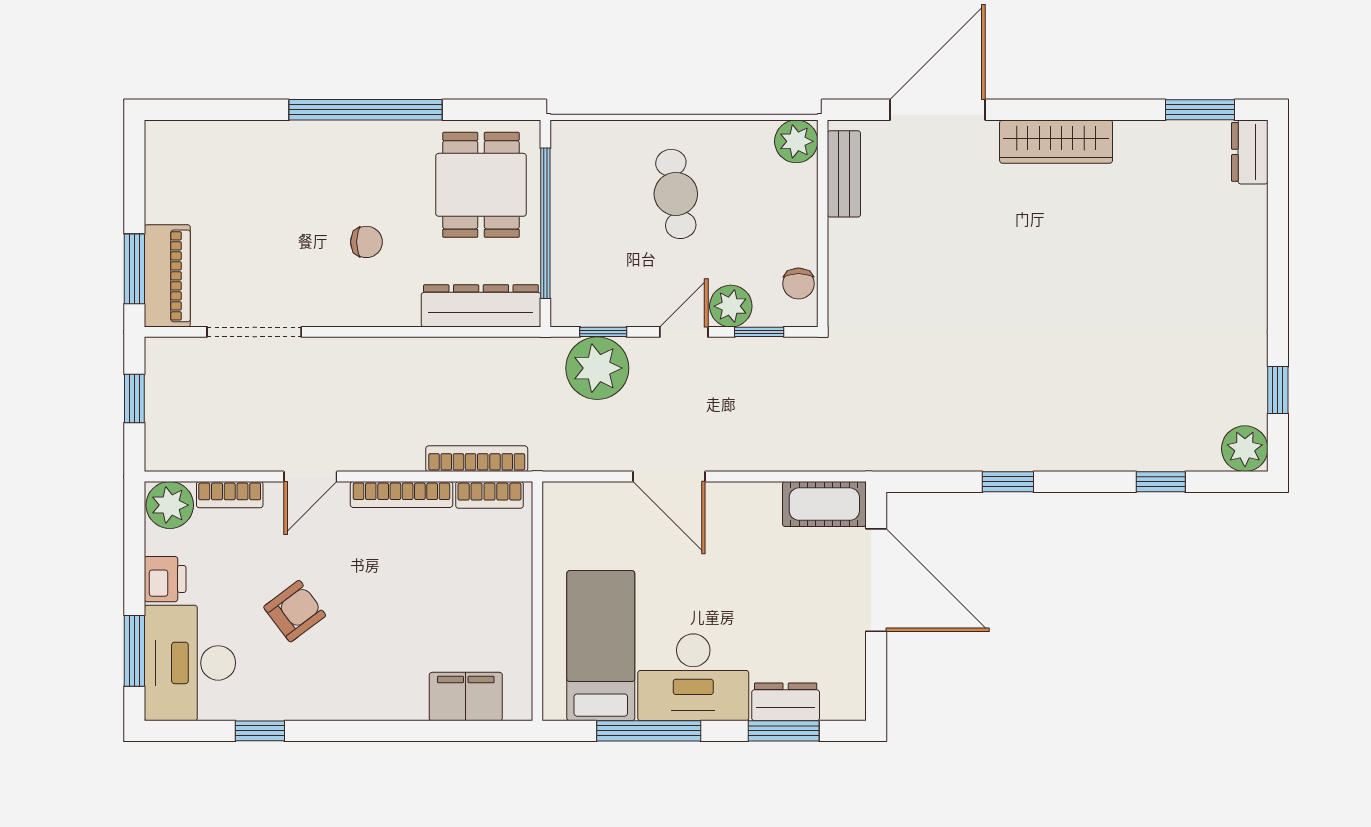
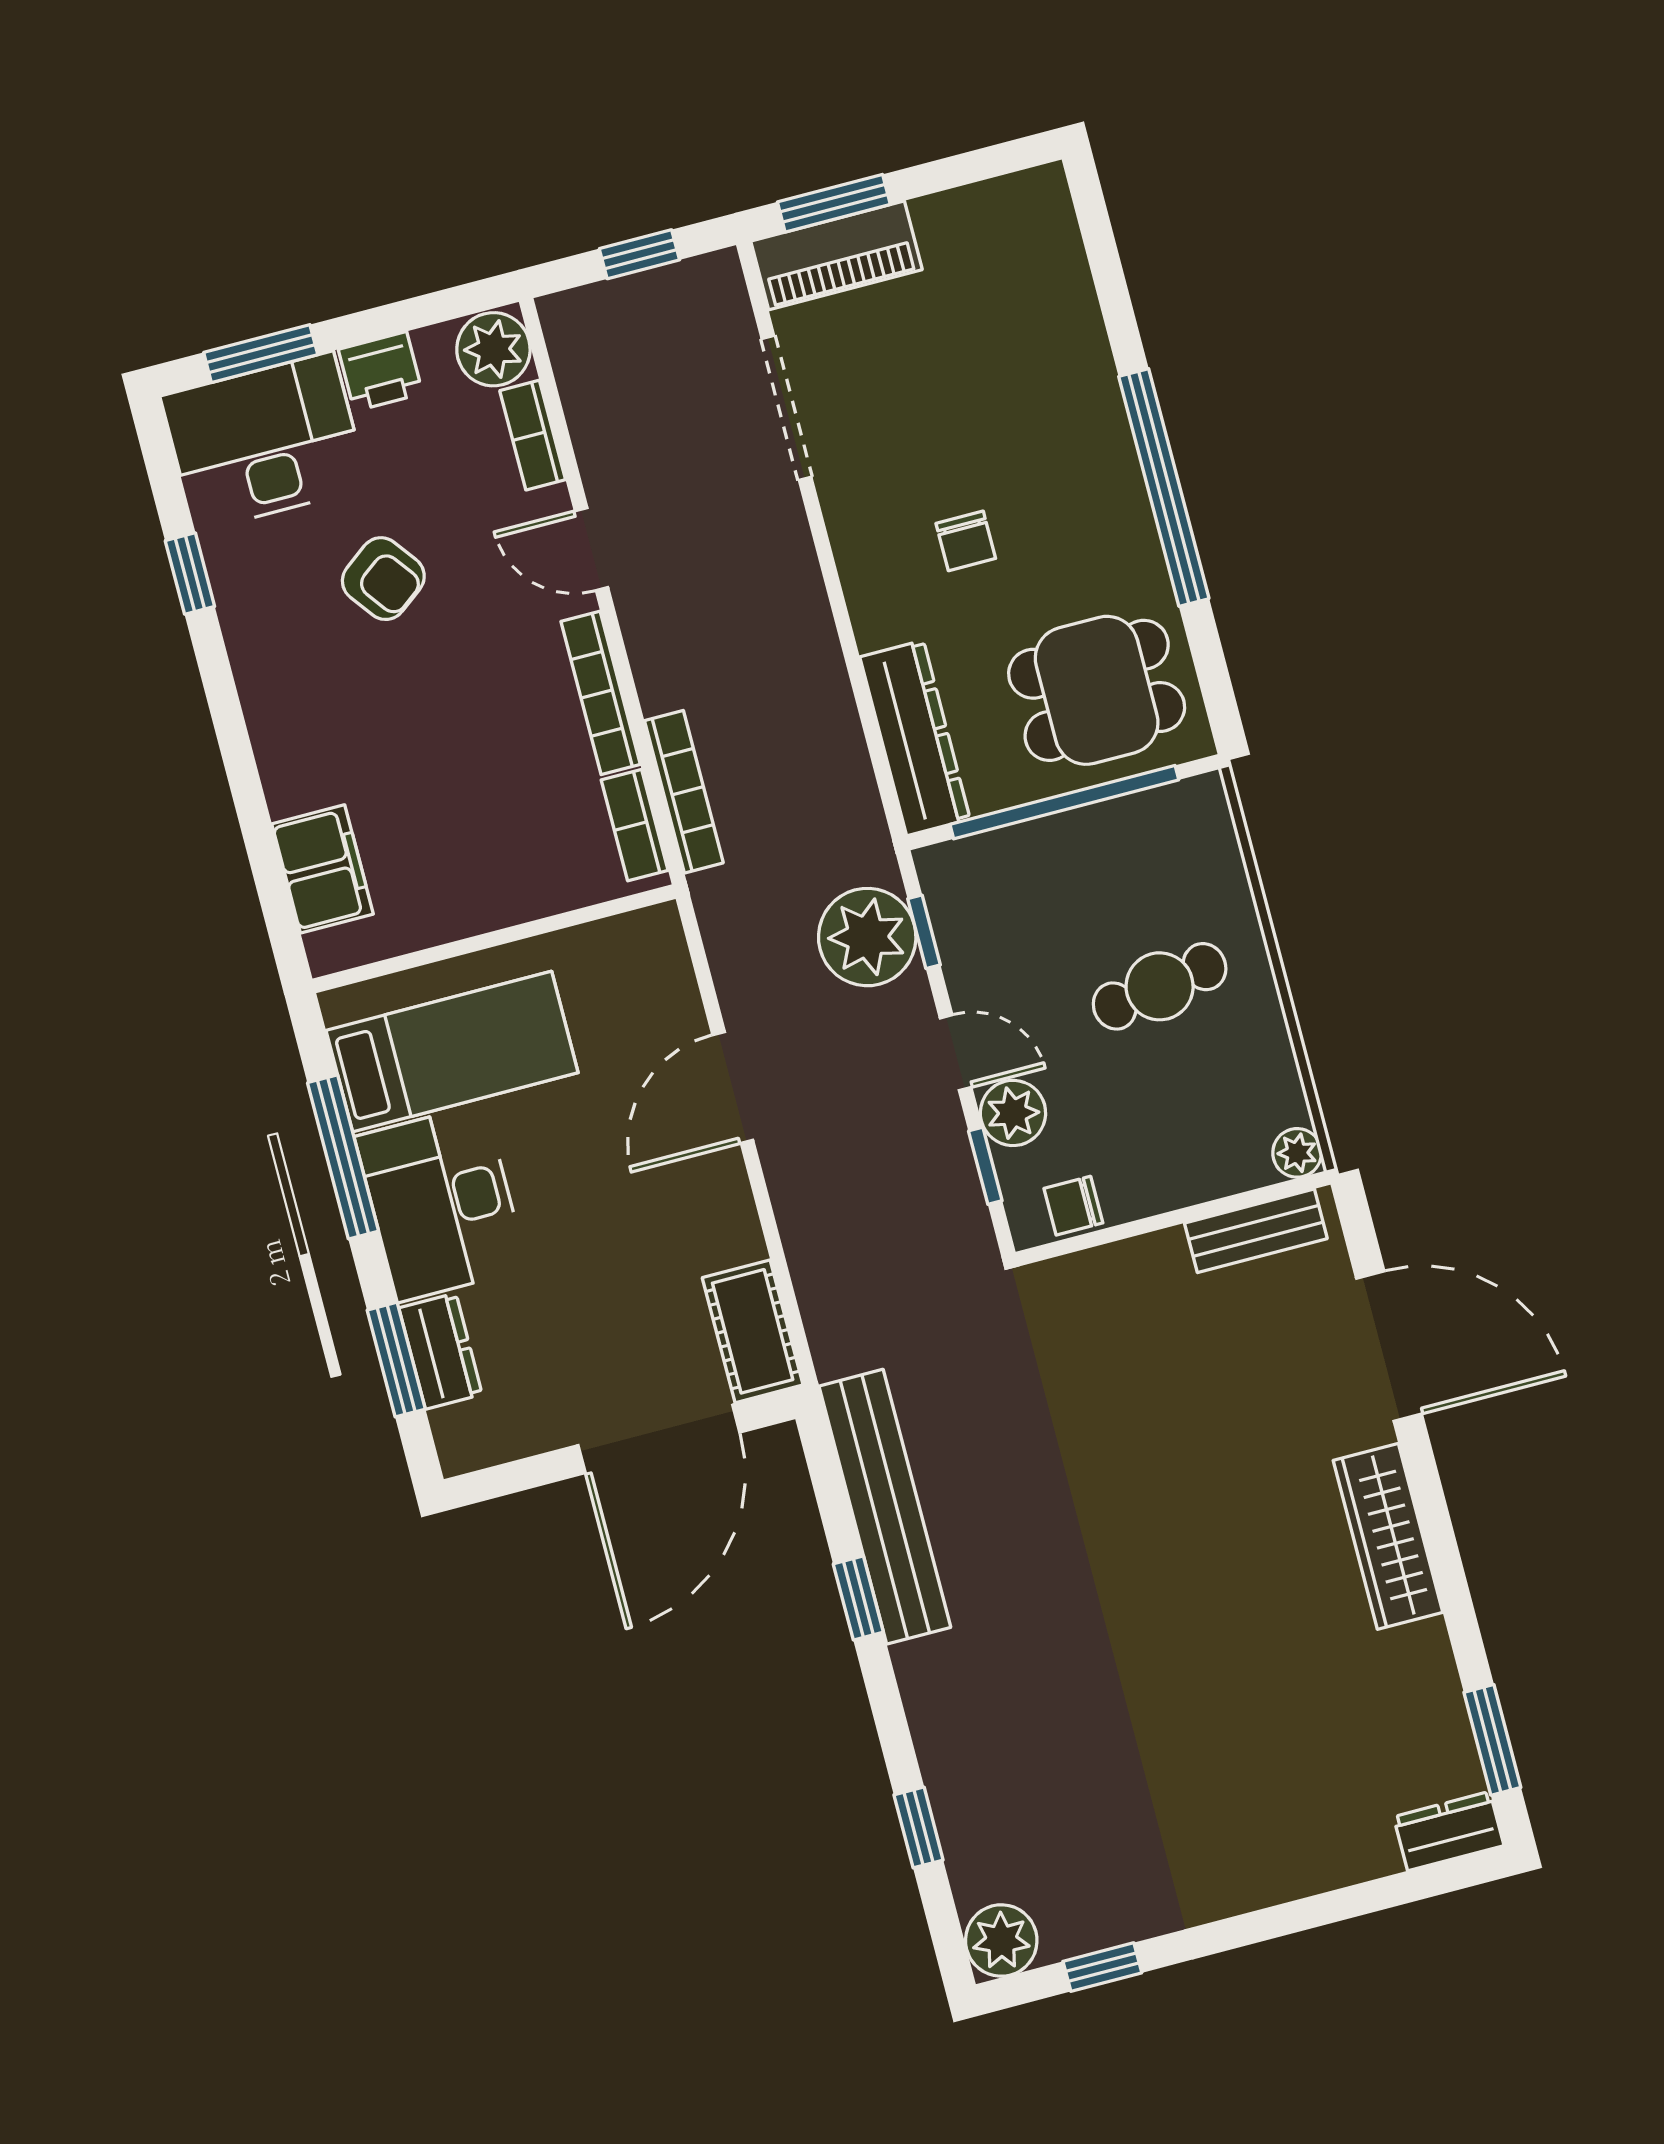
plant: (796, 141) -> (1297, 1153), width x0.73, depth x0.73
bench: (955, 450) -> (885, 1507), added

